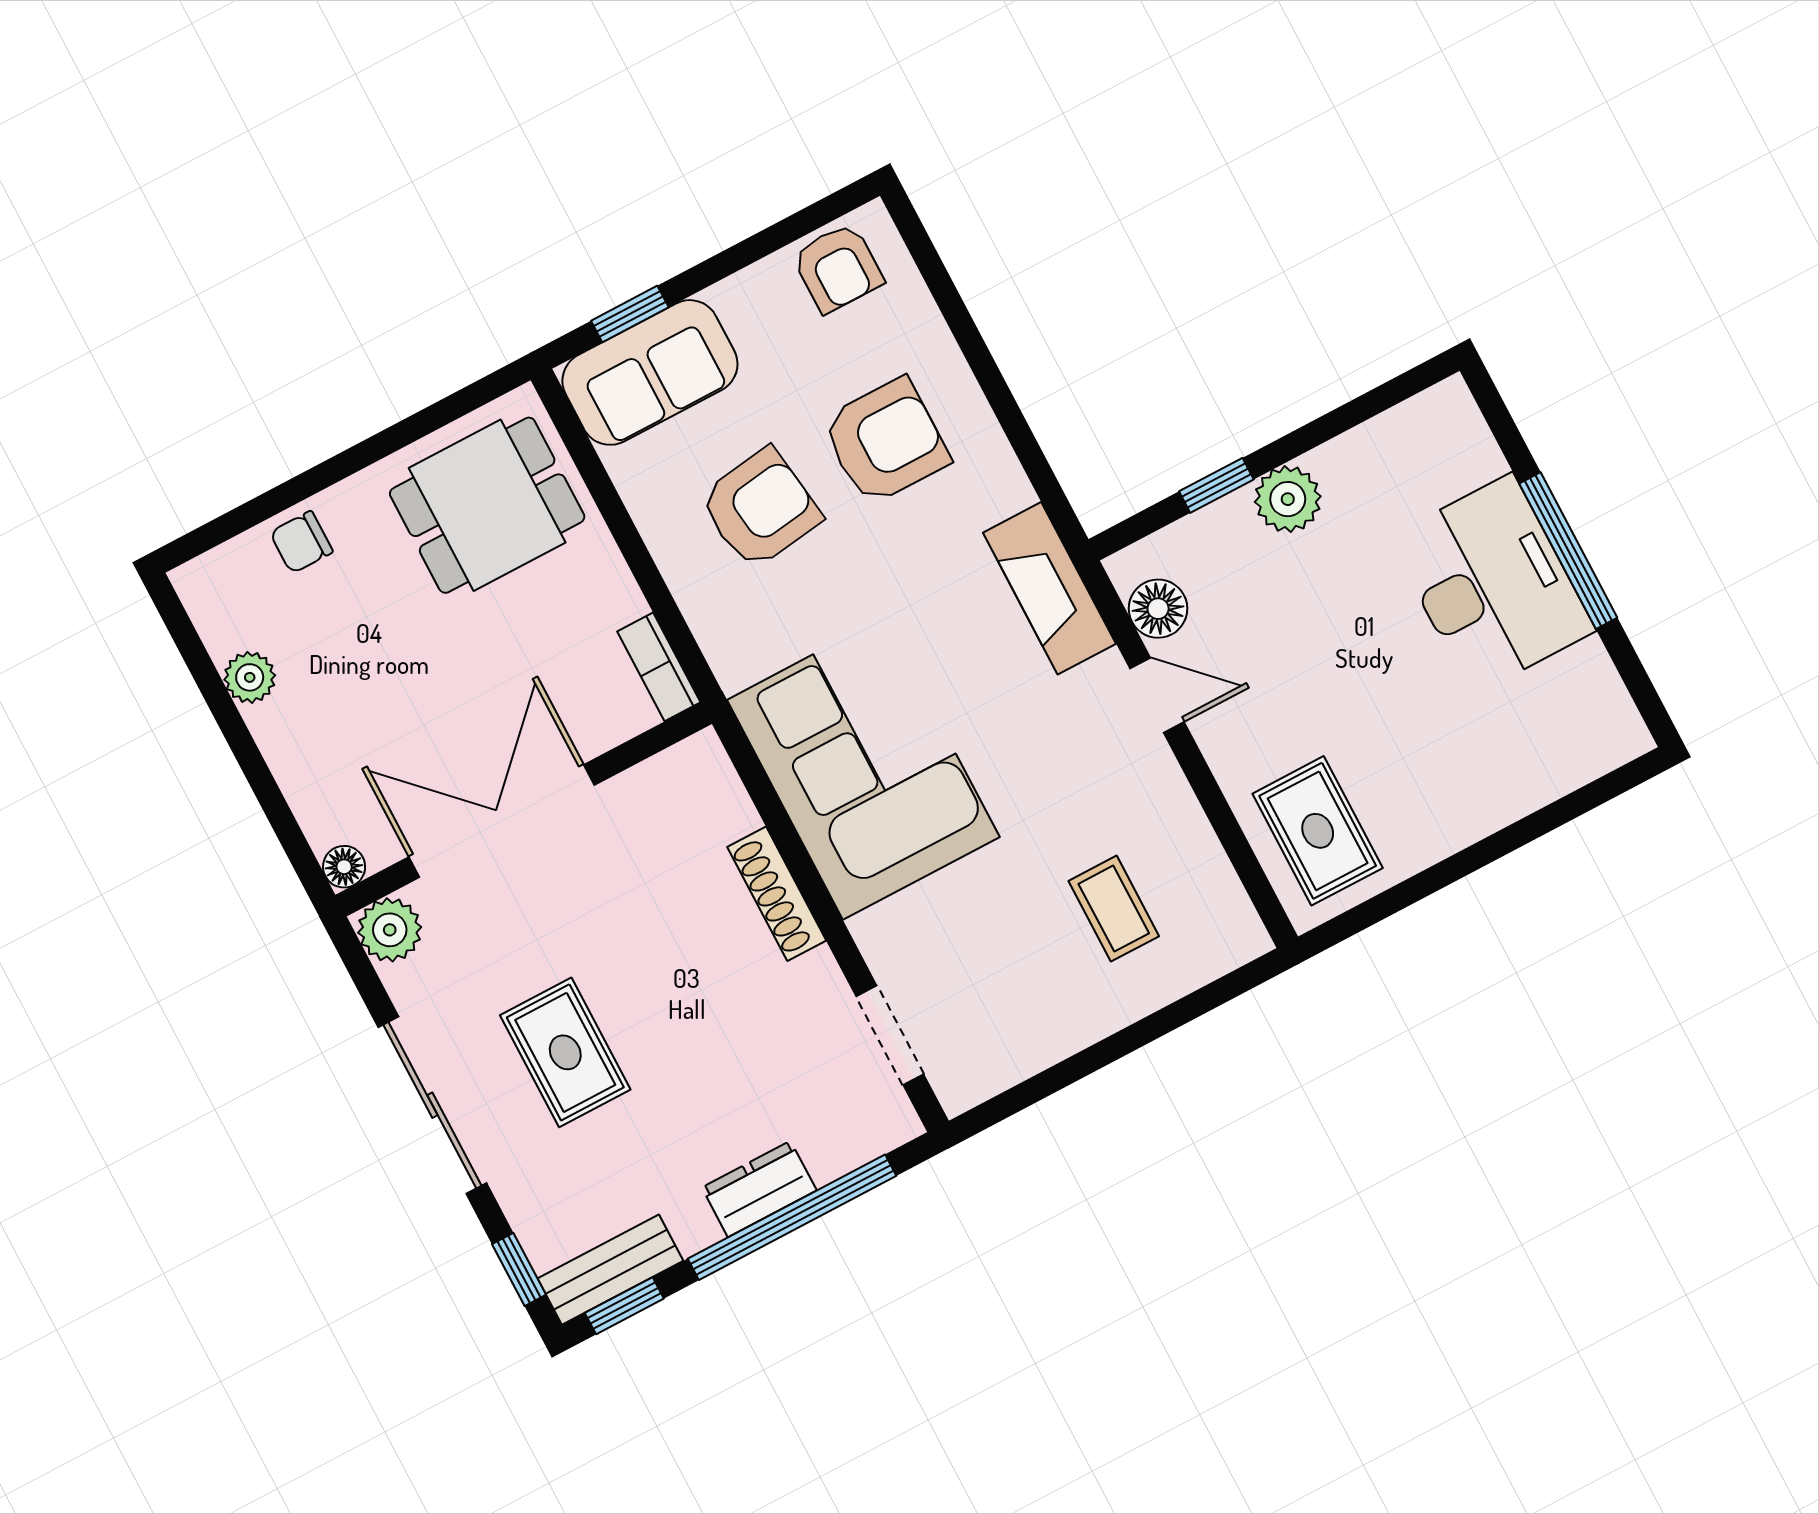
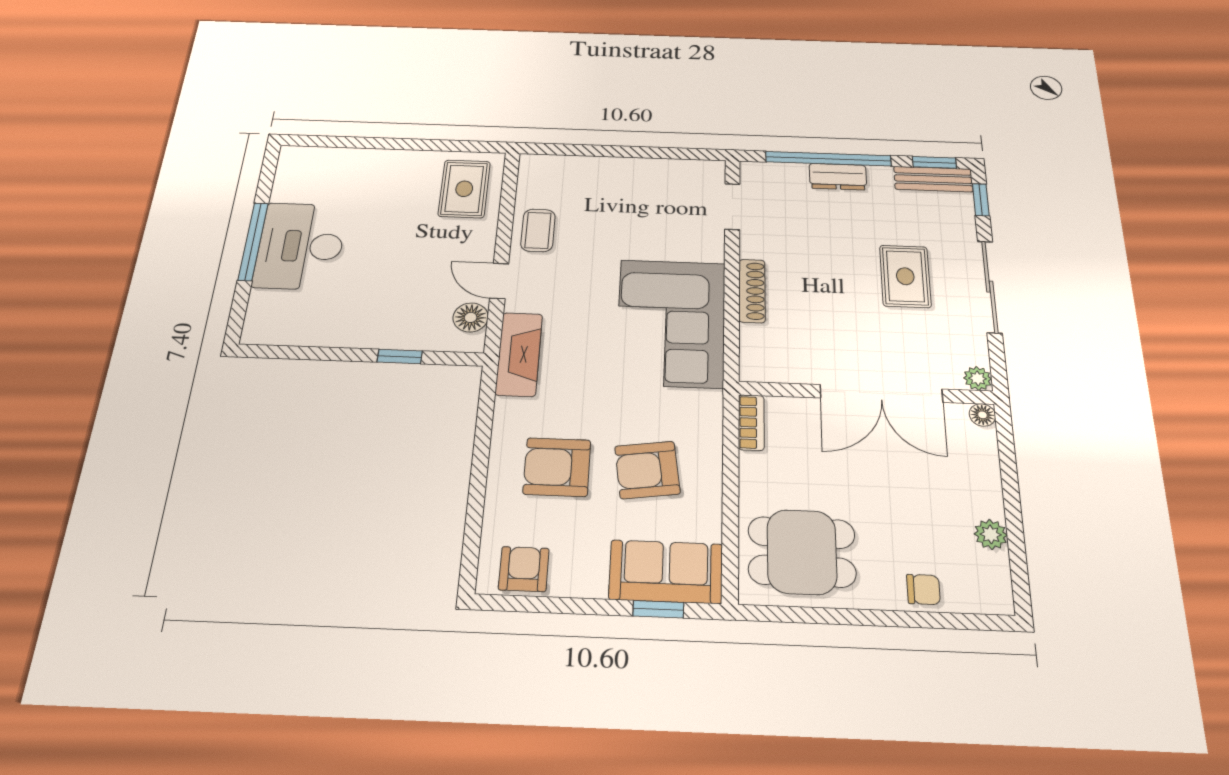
plant: (1288, 499) -> (369, 332), removed
coffee table: (1114, 909) -> (538, 230), moved
plant: (390, 930) -> (978, 378), width x0.73, depth x0.73

